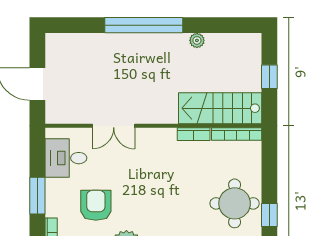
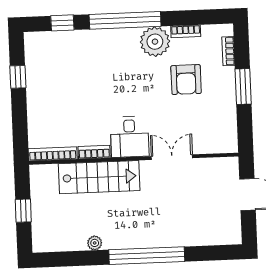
stairs: (220, 108) -> (99, 177), moved
desk: (66, 158) -> (130, 137), moved, turned 90
round table: (235, 203) -> (52, 87), removed

